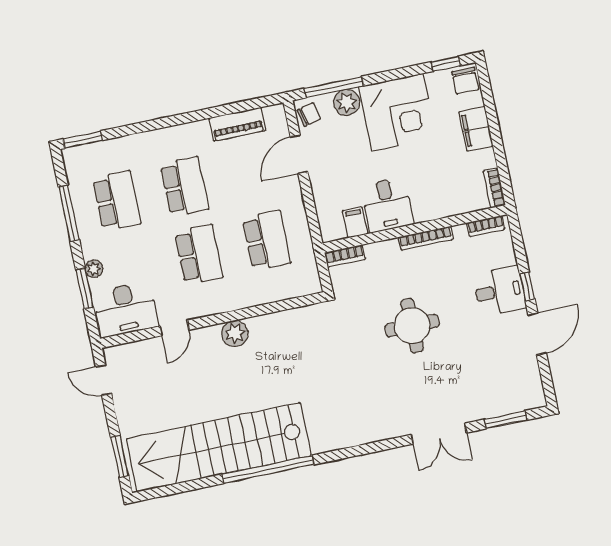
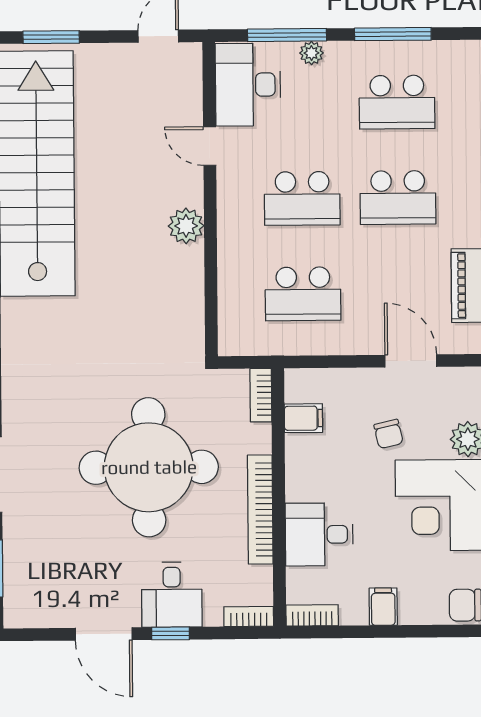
chair: (309, 115) -> (388, 434), moved
filing cabinet: (476, 129) -> (383, 607), width x0.50
desk: (387, 205) -> (319, 534), moved
bookcase: (486, 226) -> (249, 616), moved, turned 90
bookcase: (426, 238) -> (260, 509), width x1.48, depth x1.31
window: (85, 289) -> (287, 35), width x1.44
round table: (412, 326) -> (149, 467), width x1.86, depth x1.86

